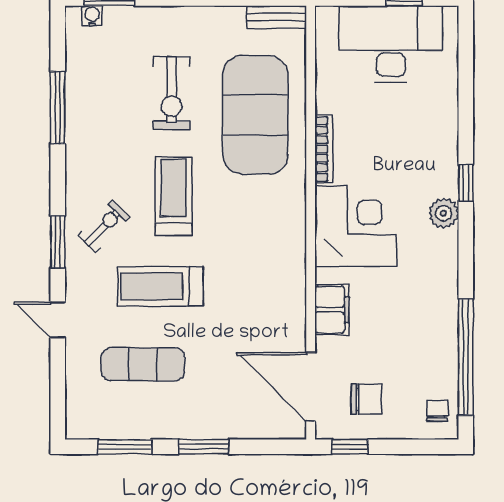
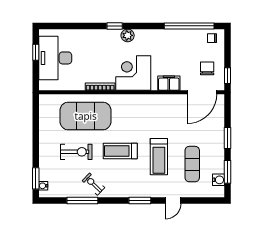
bench: (277, 17) -> (44, 107), removed
exercise bike: (104, 226) -> (93, 184), moved
water cooler: (106, 426) -> (219, 180), added

